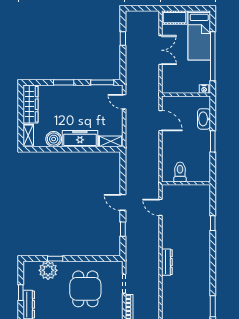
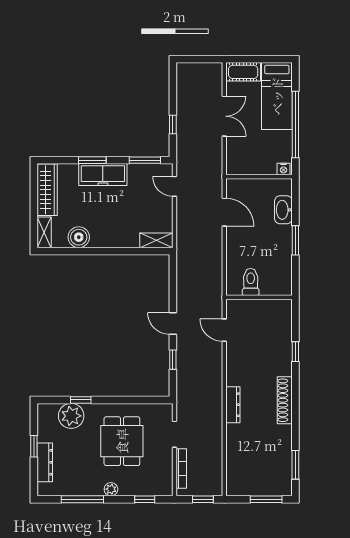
window: (123, 39) -> (173, 125), moved
freezer: (80, 139) -> (103, 174), moved, turned 180
shoe rack: (205, 259) -> (285, 400), added

